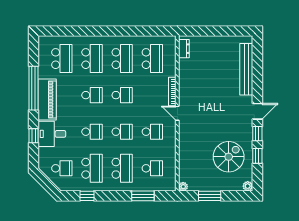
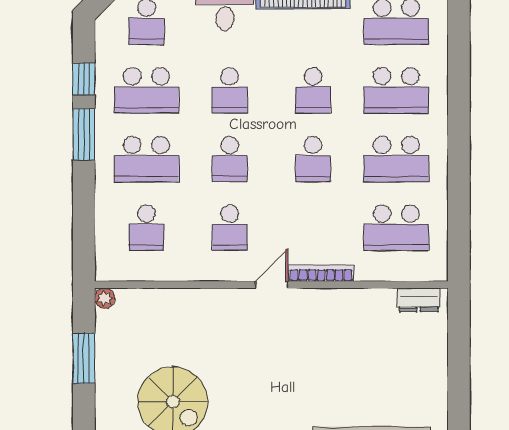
window: (143, 196) -> (84, 135), moved

